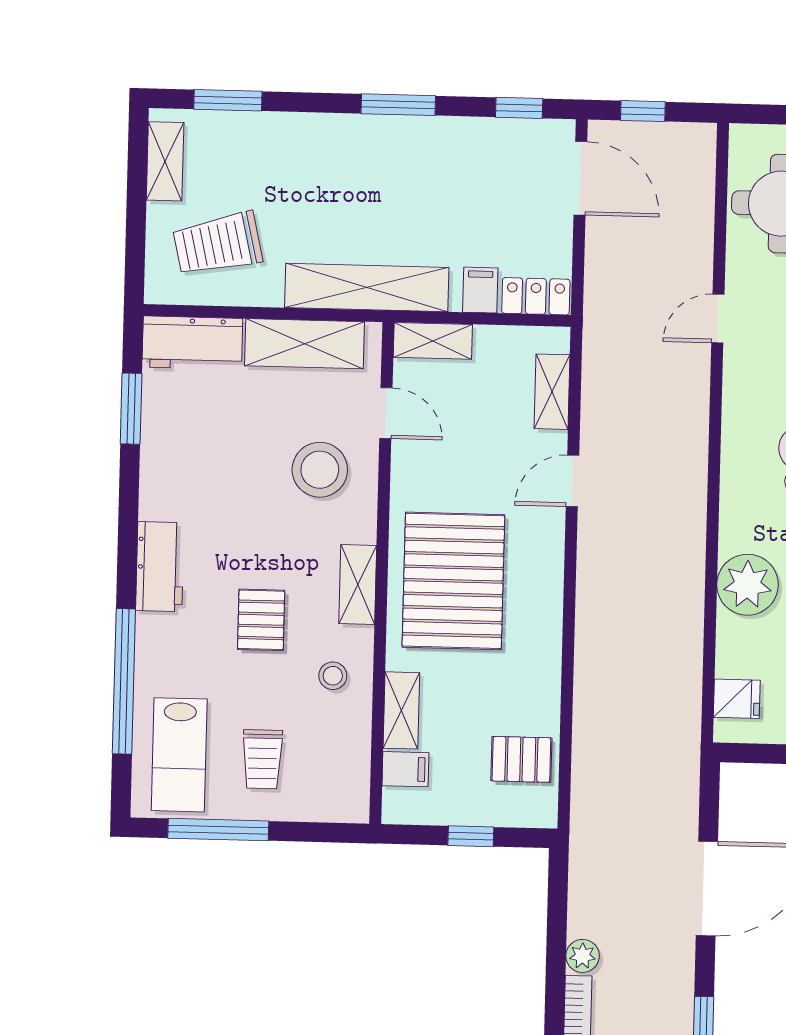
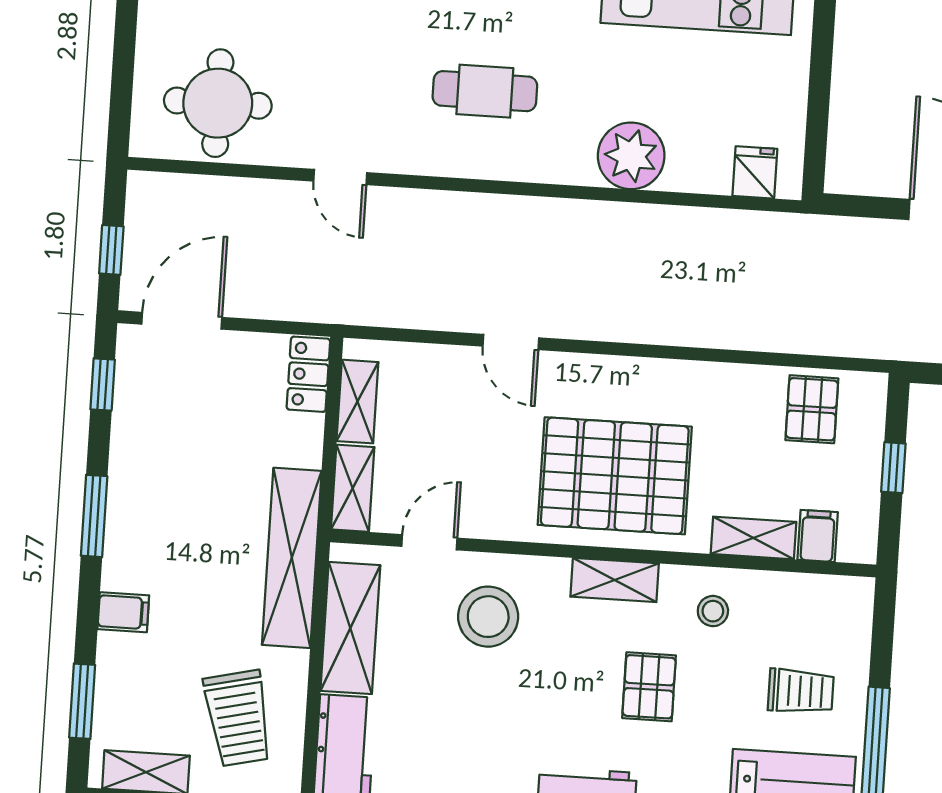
filing cabinet: (480, 290) -> (123, 612), moved, turned 180
shelving: (552, 392) -> (357, 402), moved, turned 90
pallet: (261, 620) -> (649, 687), turned 90

